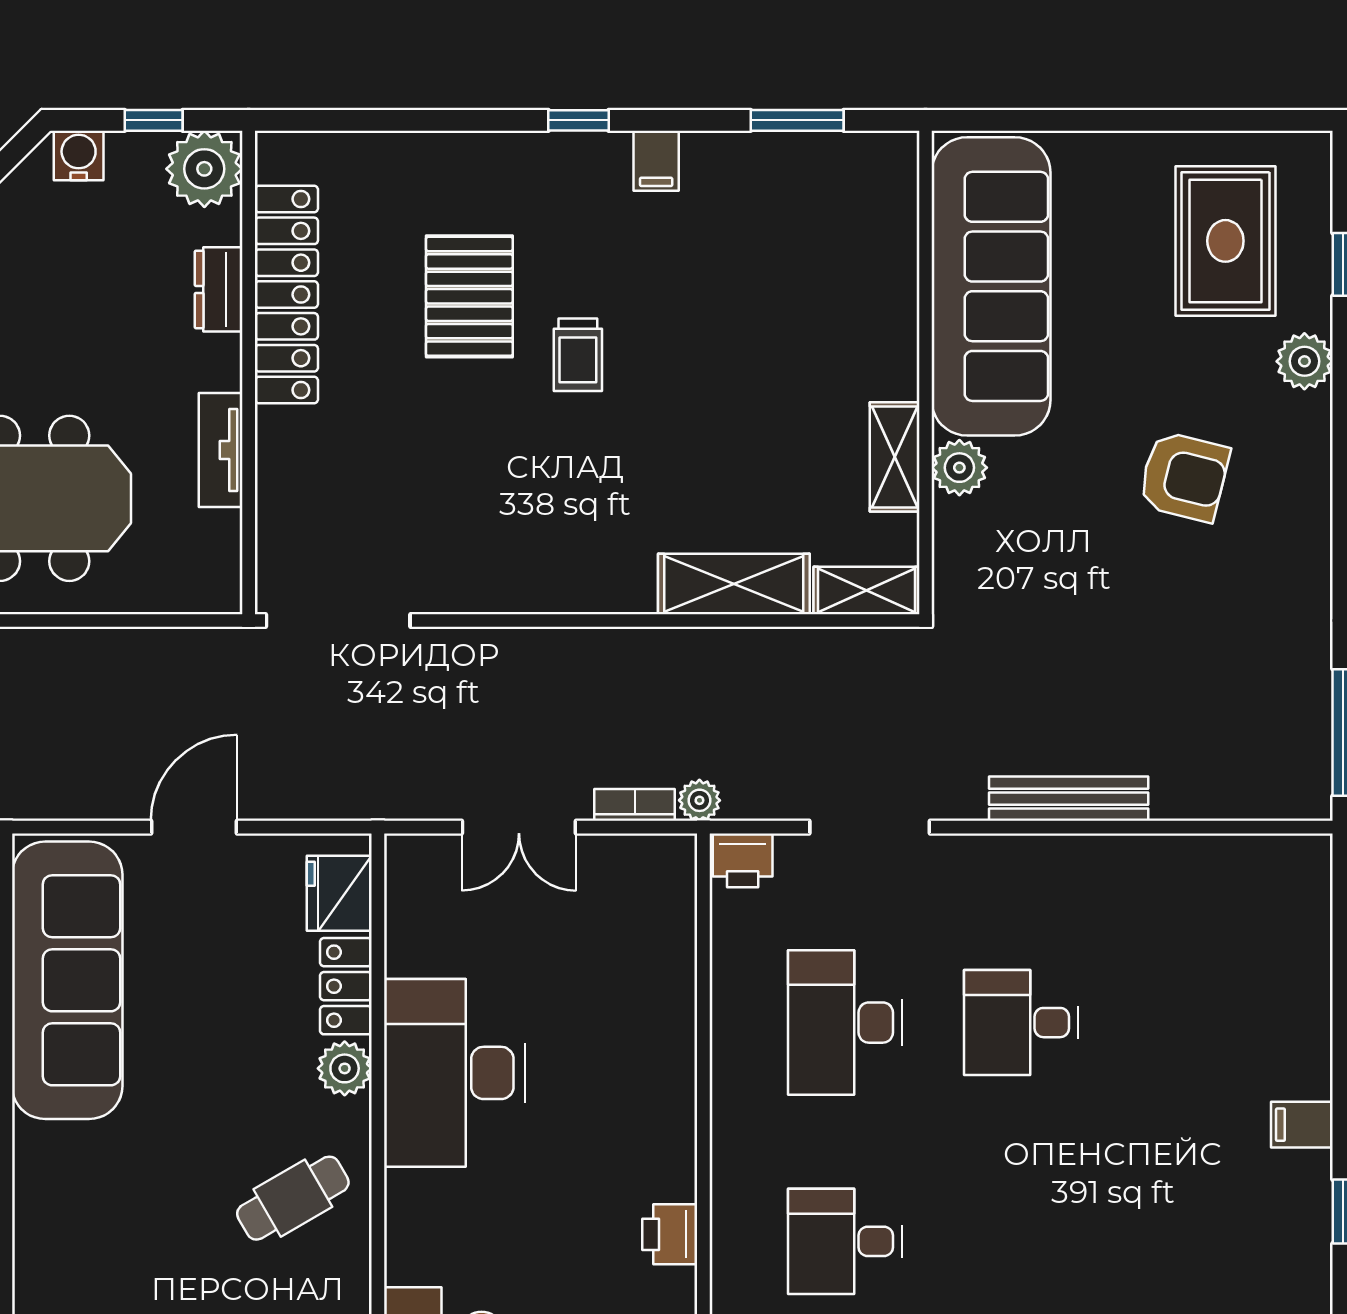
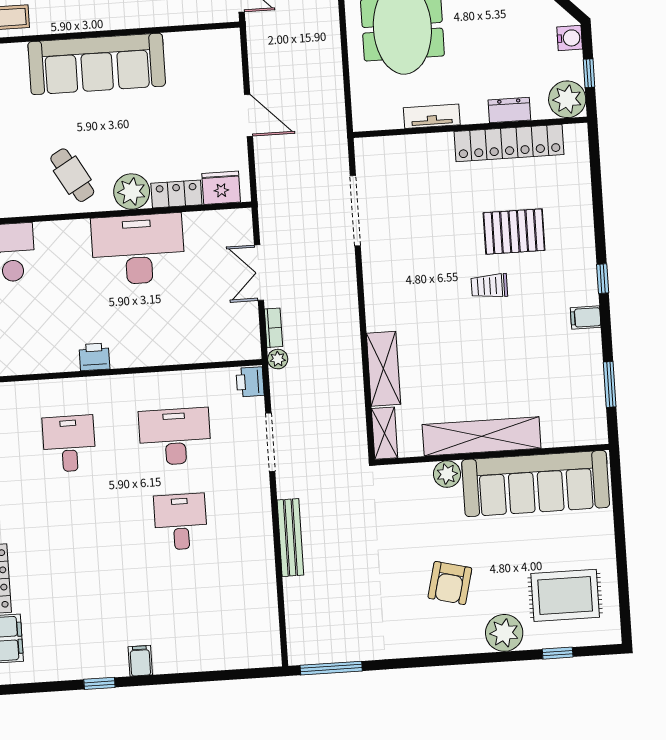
plant: (1304, 361) -> (504, 633), width x1.36, depth x1.36
shelving: (895, 457) -> (482, 436), width x2.20, depth x1.33
doorway: (338, 620) -> (355, 211), moved
sofa: (67, 980) -> (97, 64), moved
plant: (345, 1068) -> (132, 192), width x1.36, depth x1.36
printer: (670, 1234) -> (94, 357), moved

